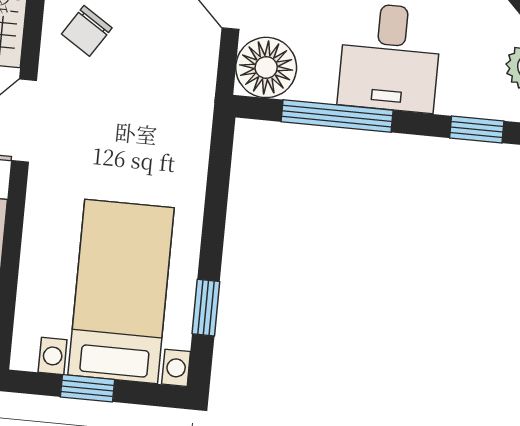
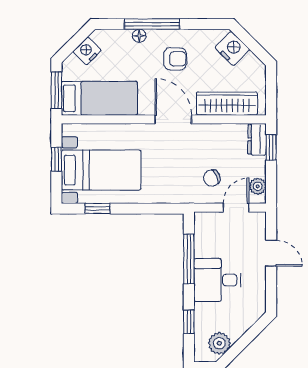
chair: (87, 31) -> (212, 178), moved, turned -57
floor lamp: (266, 67) -> (207, 225), removed

